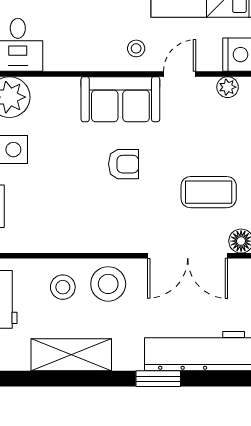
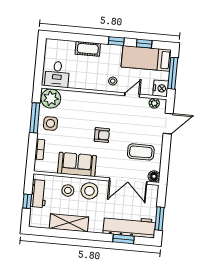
sofa: (120, 99) -> (77, 164), moved, turned 180
window: (158, 379) -> (124, 239), moved

